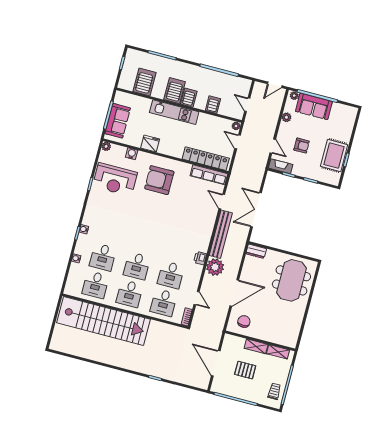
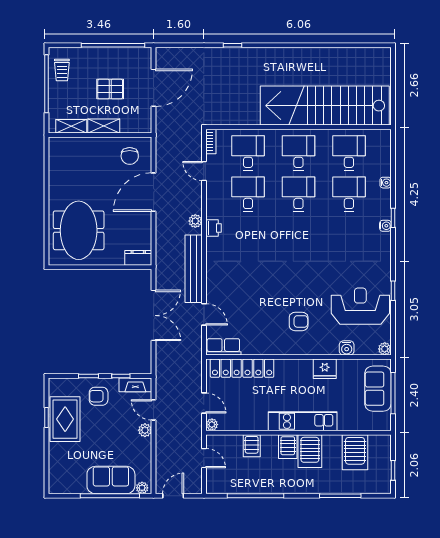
plant: (286, 117) -> (145, 430), moved
armchair: (302, 146) -> (99, 396), moved
row of seats: (209, 175) -> (223, 347), width x0.68
armchair: (159, 180) -> (299, 321), width x0.53, depth x0.53
plant: (215, 267) -> (195, 221), width x0.53, depth x0.53
door: (216, 363) -> (154, 88), hinge flipped

